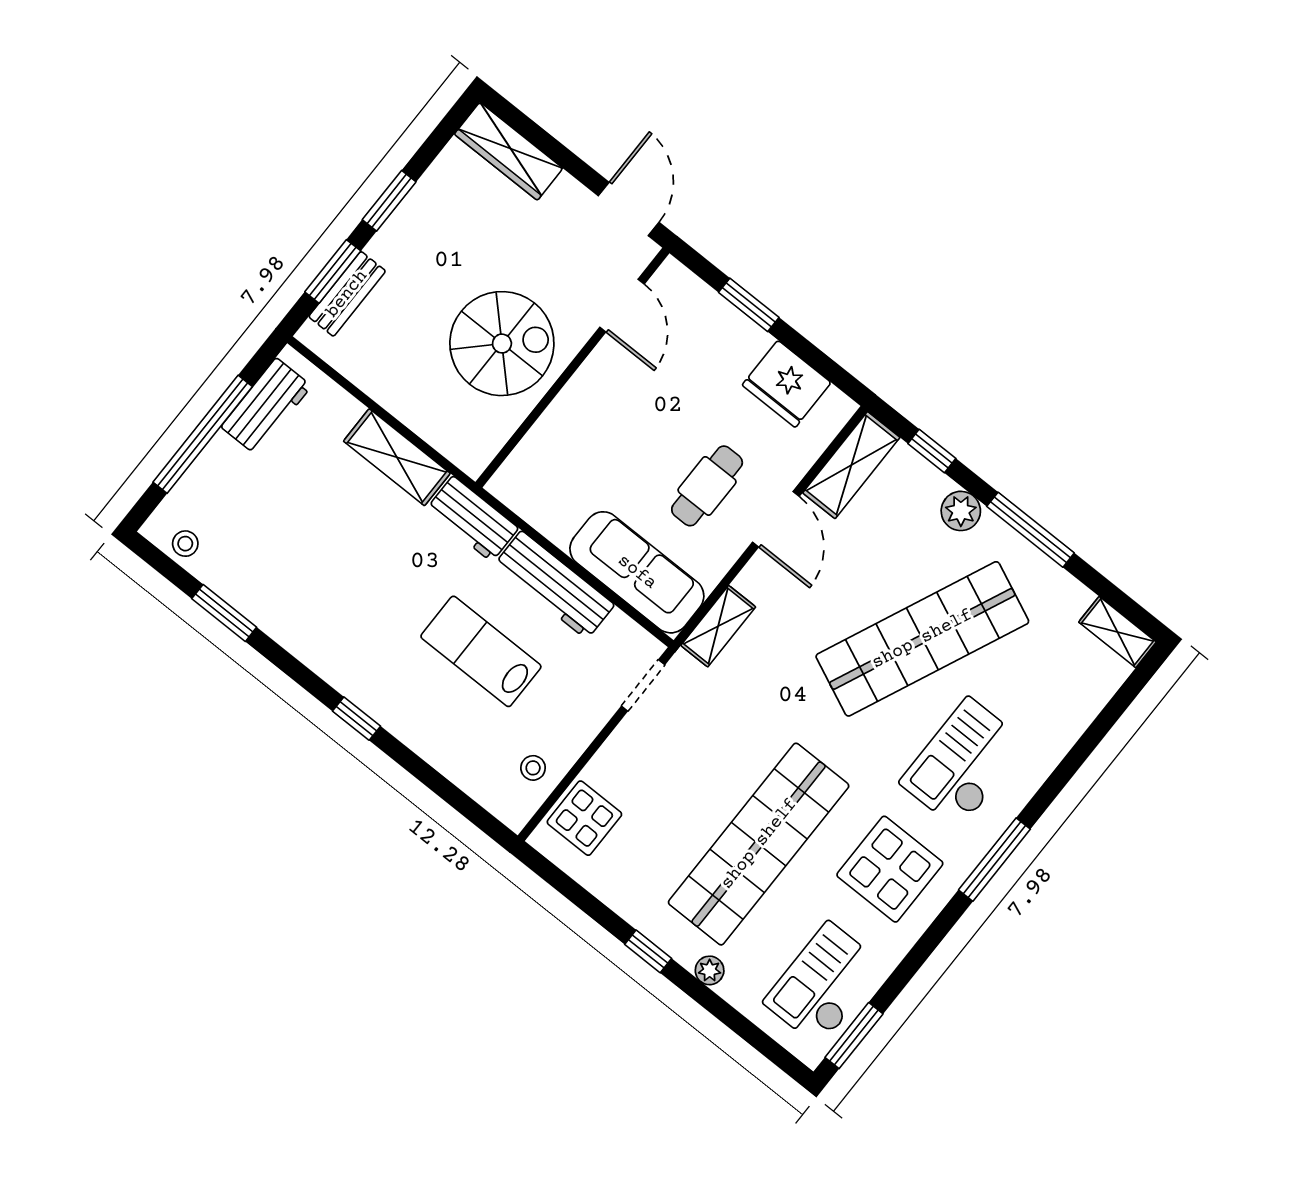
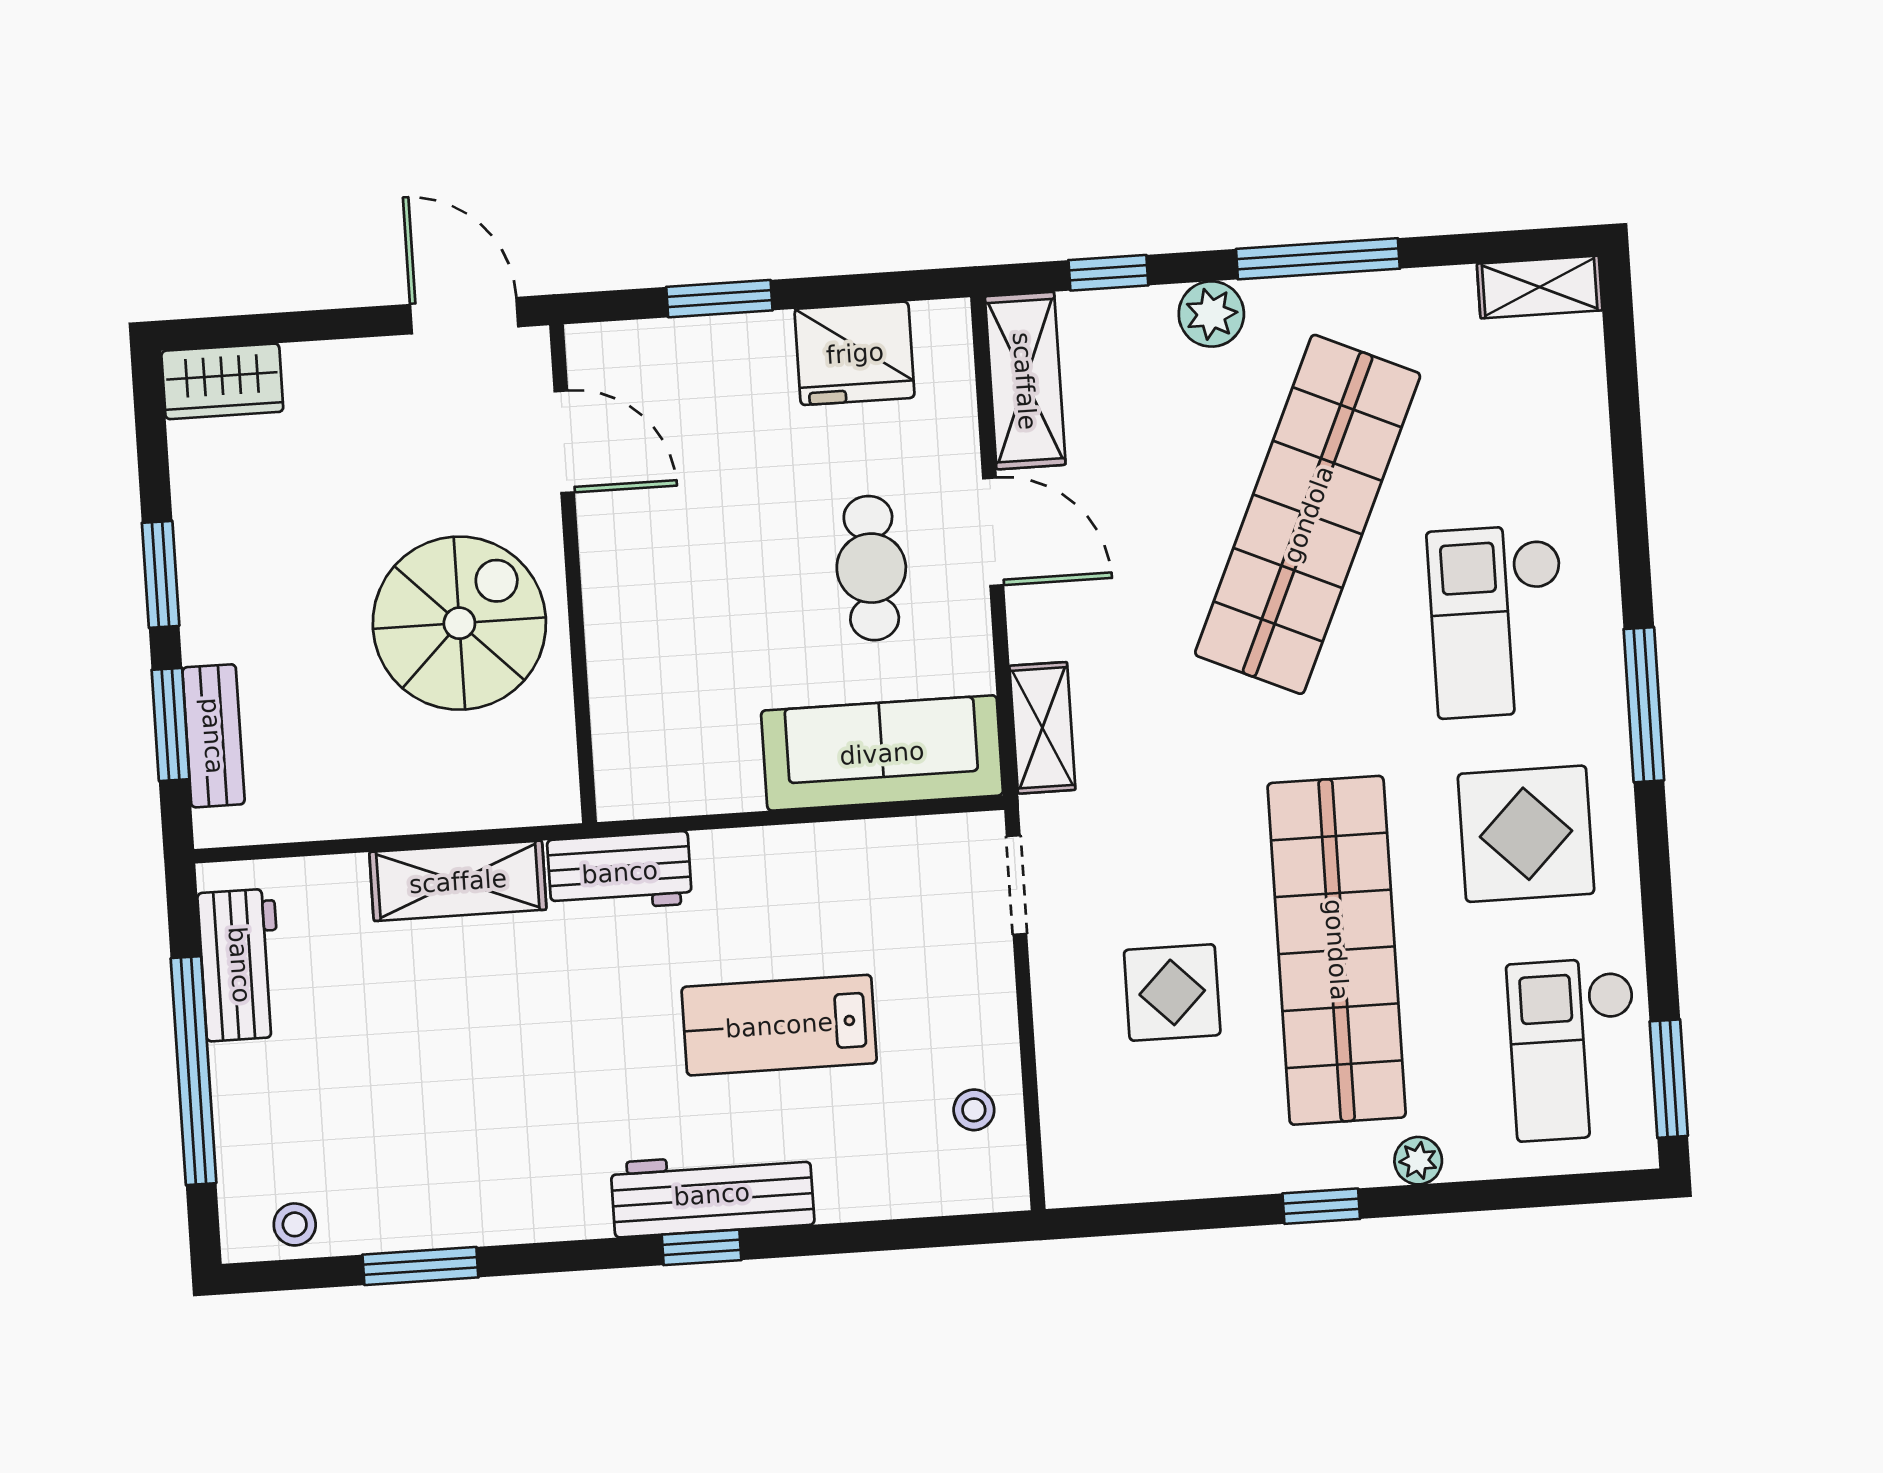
wardrobe: (509, 151) -> (222, 381), width x0.67
workbench: (554, 585) -> (712, 1194), moved, turned 180
display table: (584, 818) -> (1172, 992), moved

